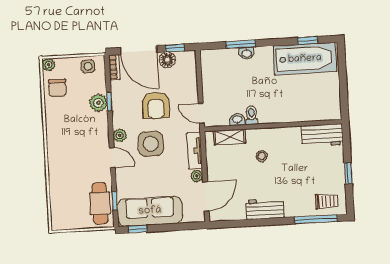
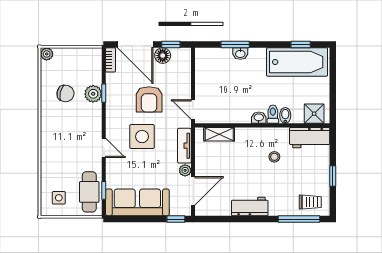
side table: (88, 66) -> (59, 198), moved
chair: (57, 88) -> (65, 93), moved, turned -77
shower: (325, 110) -> (314, 114), added
bidet: (296, 114) -> (285, 115), added
toilet: (251, 115) -> (273, 114), moved
washbasin: (237, 120) -> (259, 118), moved
plant: (120, 135) -> (112, 127), removed
stool: (262, 156) -> (274, 157), moved
window: (138, 229) -> (176, 219), moved

